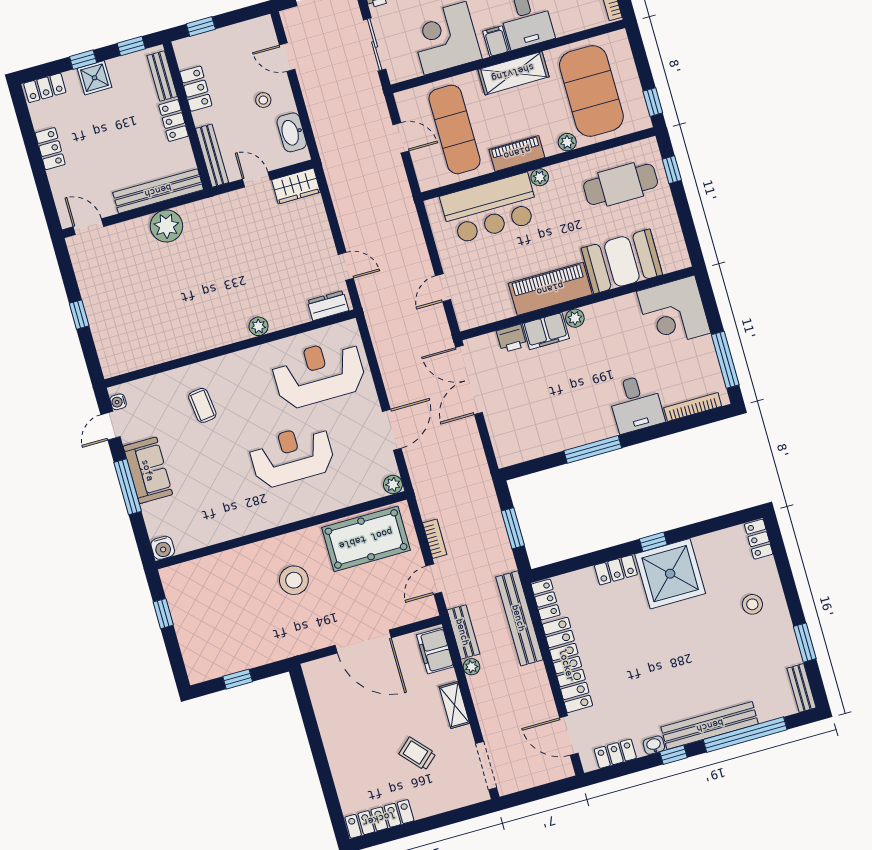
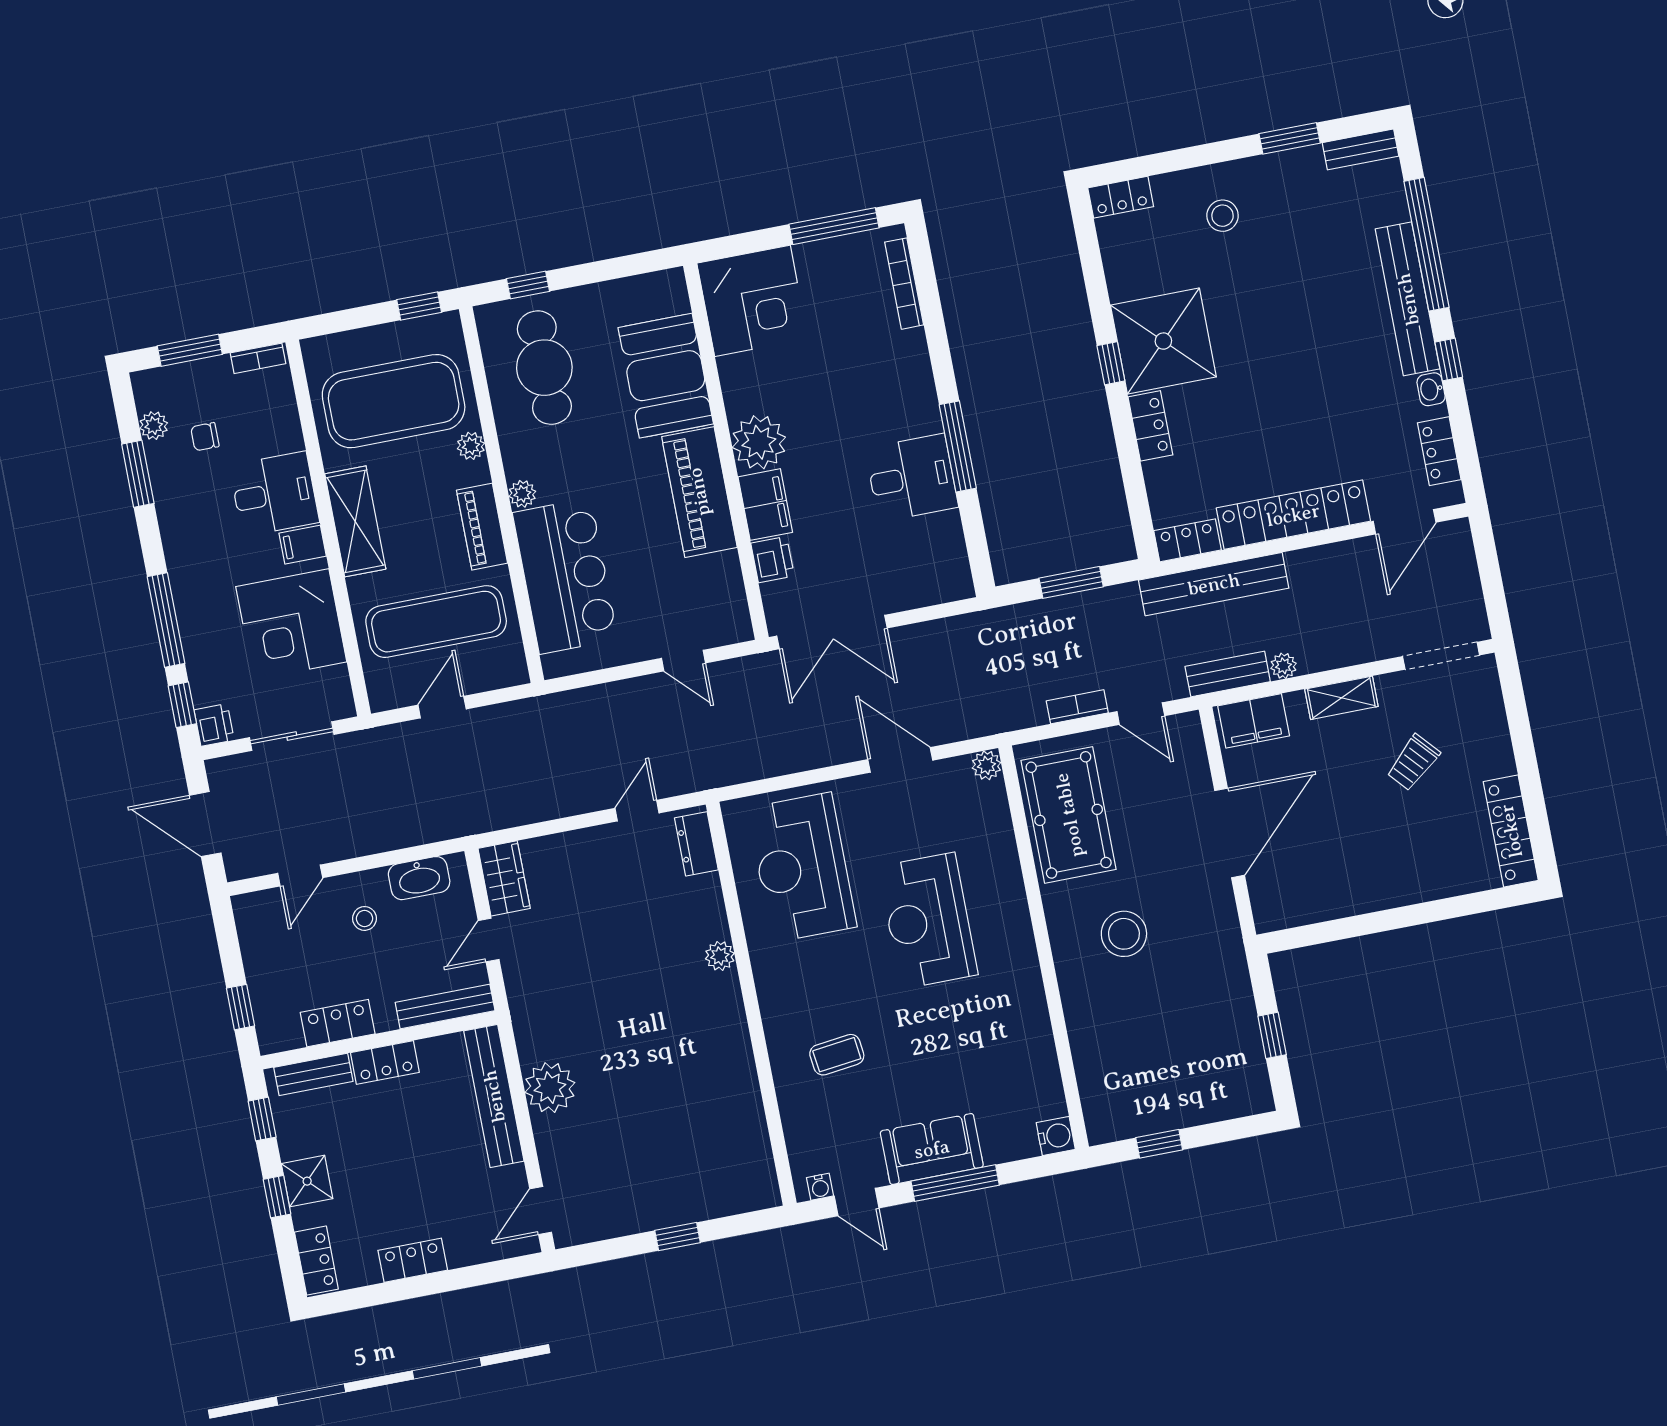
plant: (575, 318) -> (759, 442), width x1.87, depth x1.87
desk: (636, 404) -> (912, 478), moved

